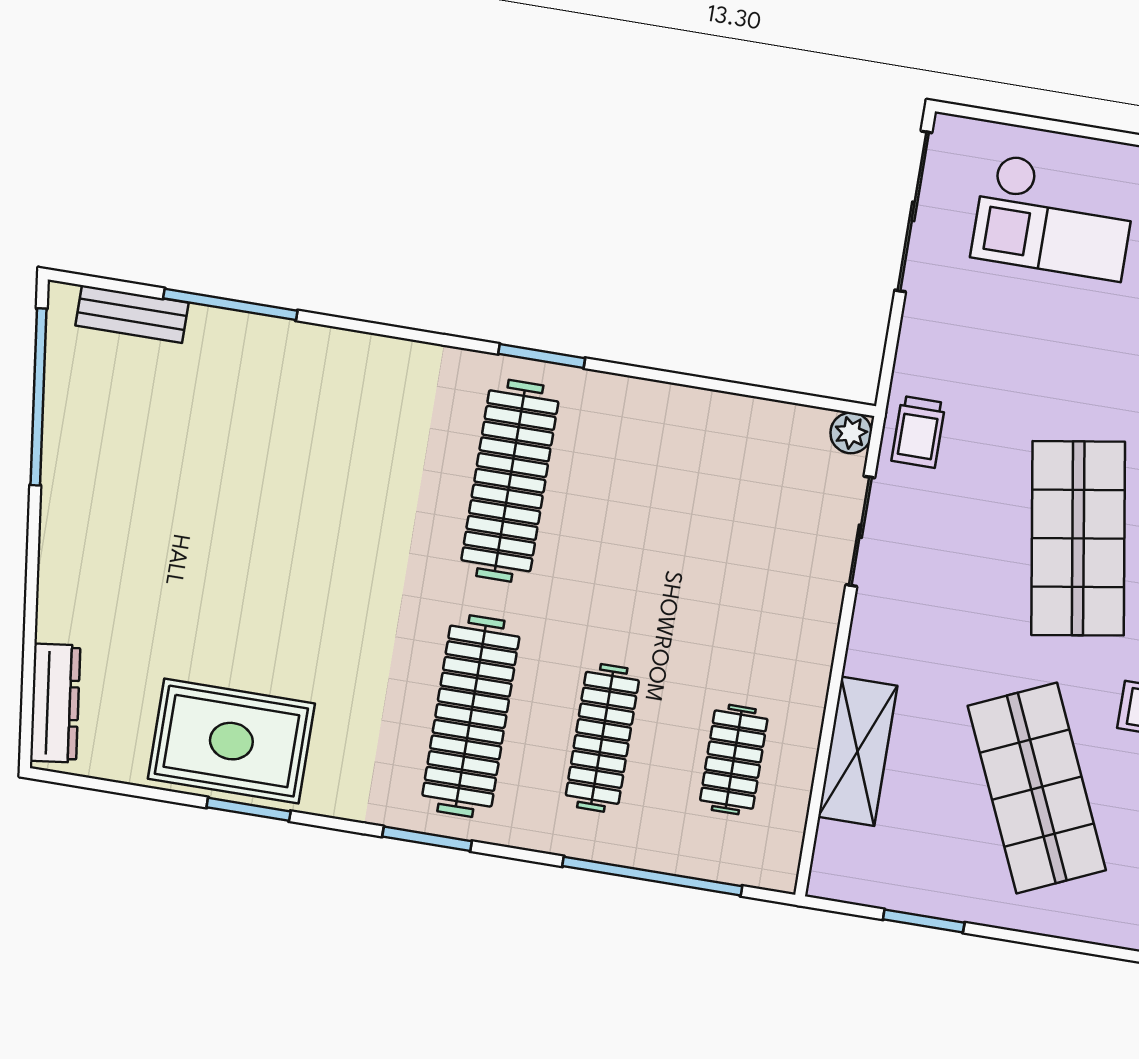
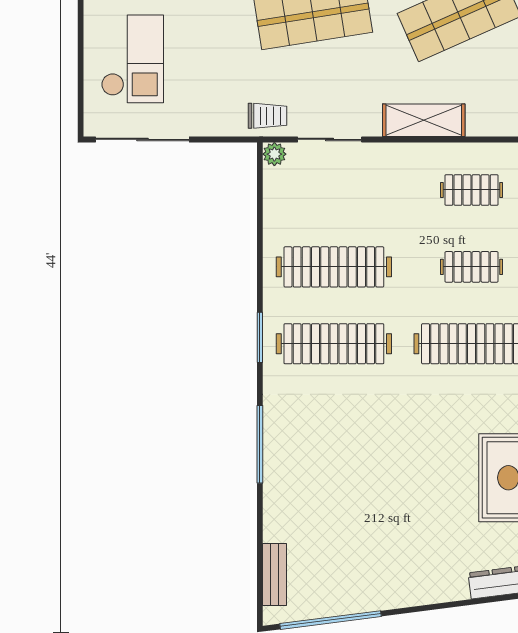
window: (230, 304) -> (260, 444), moved
clothes rail: (641, 503) -> (334, 267), added
clothes rail: (602, 738) -> (471, 267), width x0.73
shelving: (858, 751) -> (424, 120), moved

